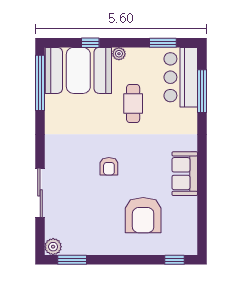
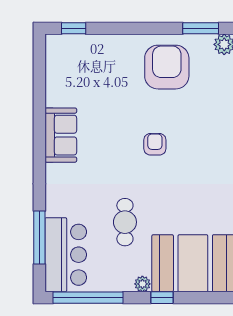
window: (90, 43) -> (162, 298), moved
window: (163, 43) -> (88, 298), width x2.11
armchair: (143, 215) -> (167, 67), moved

